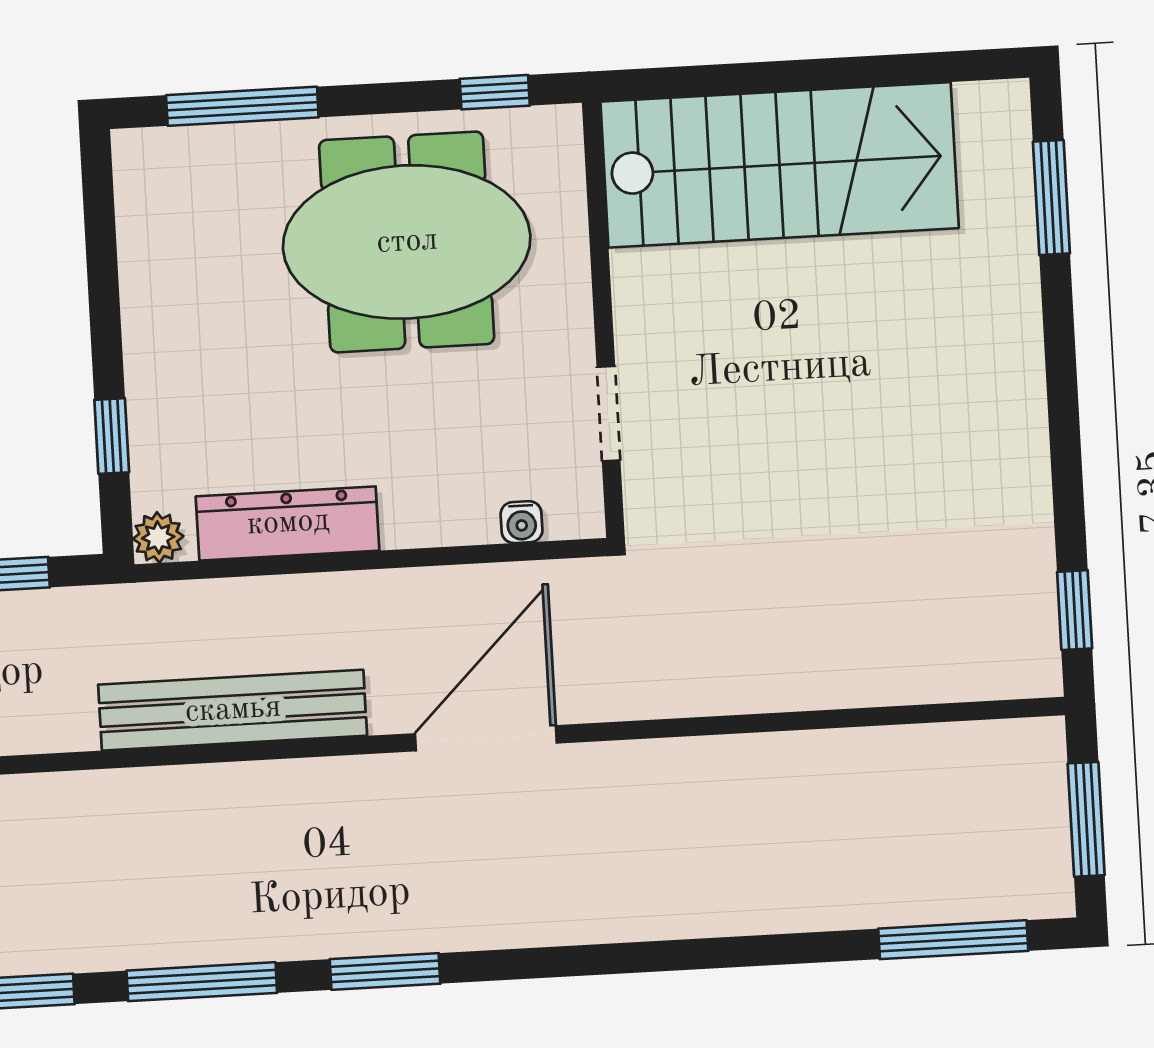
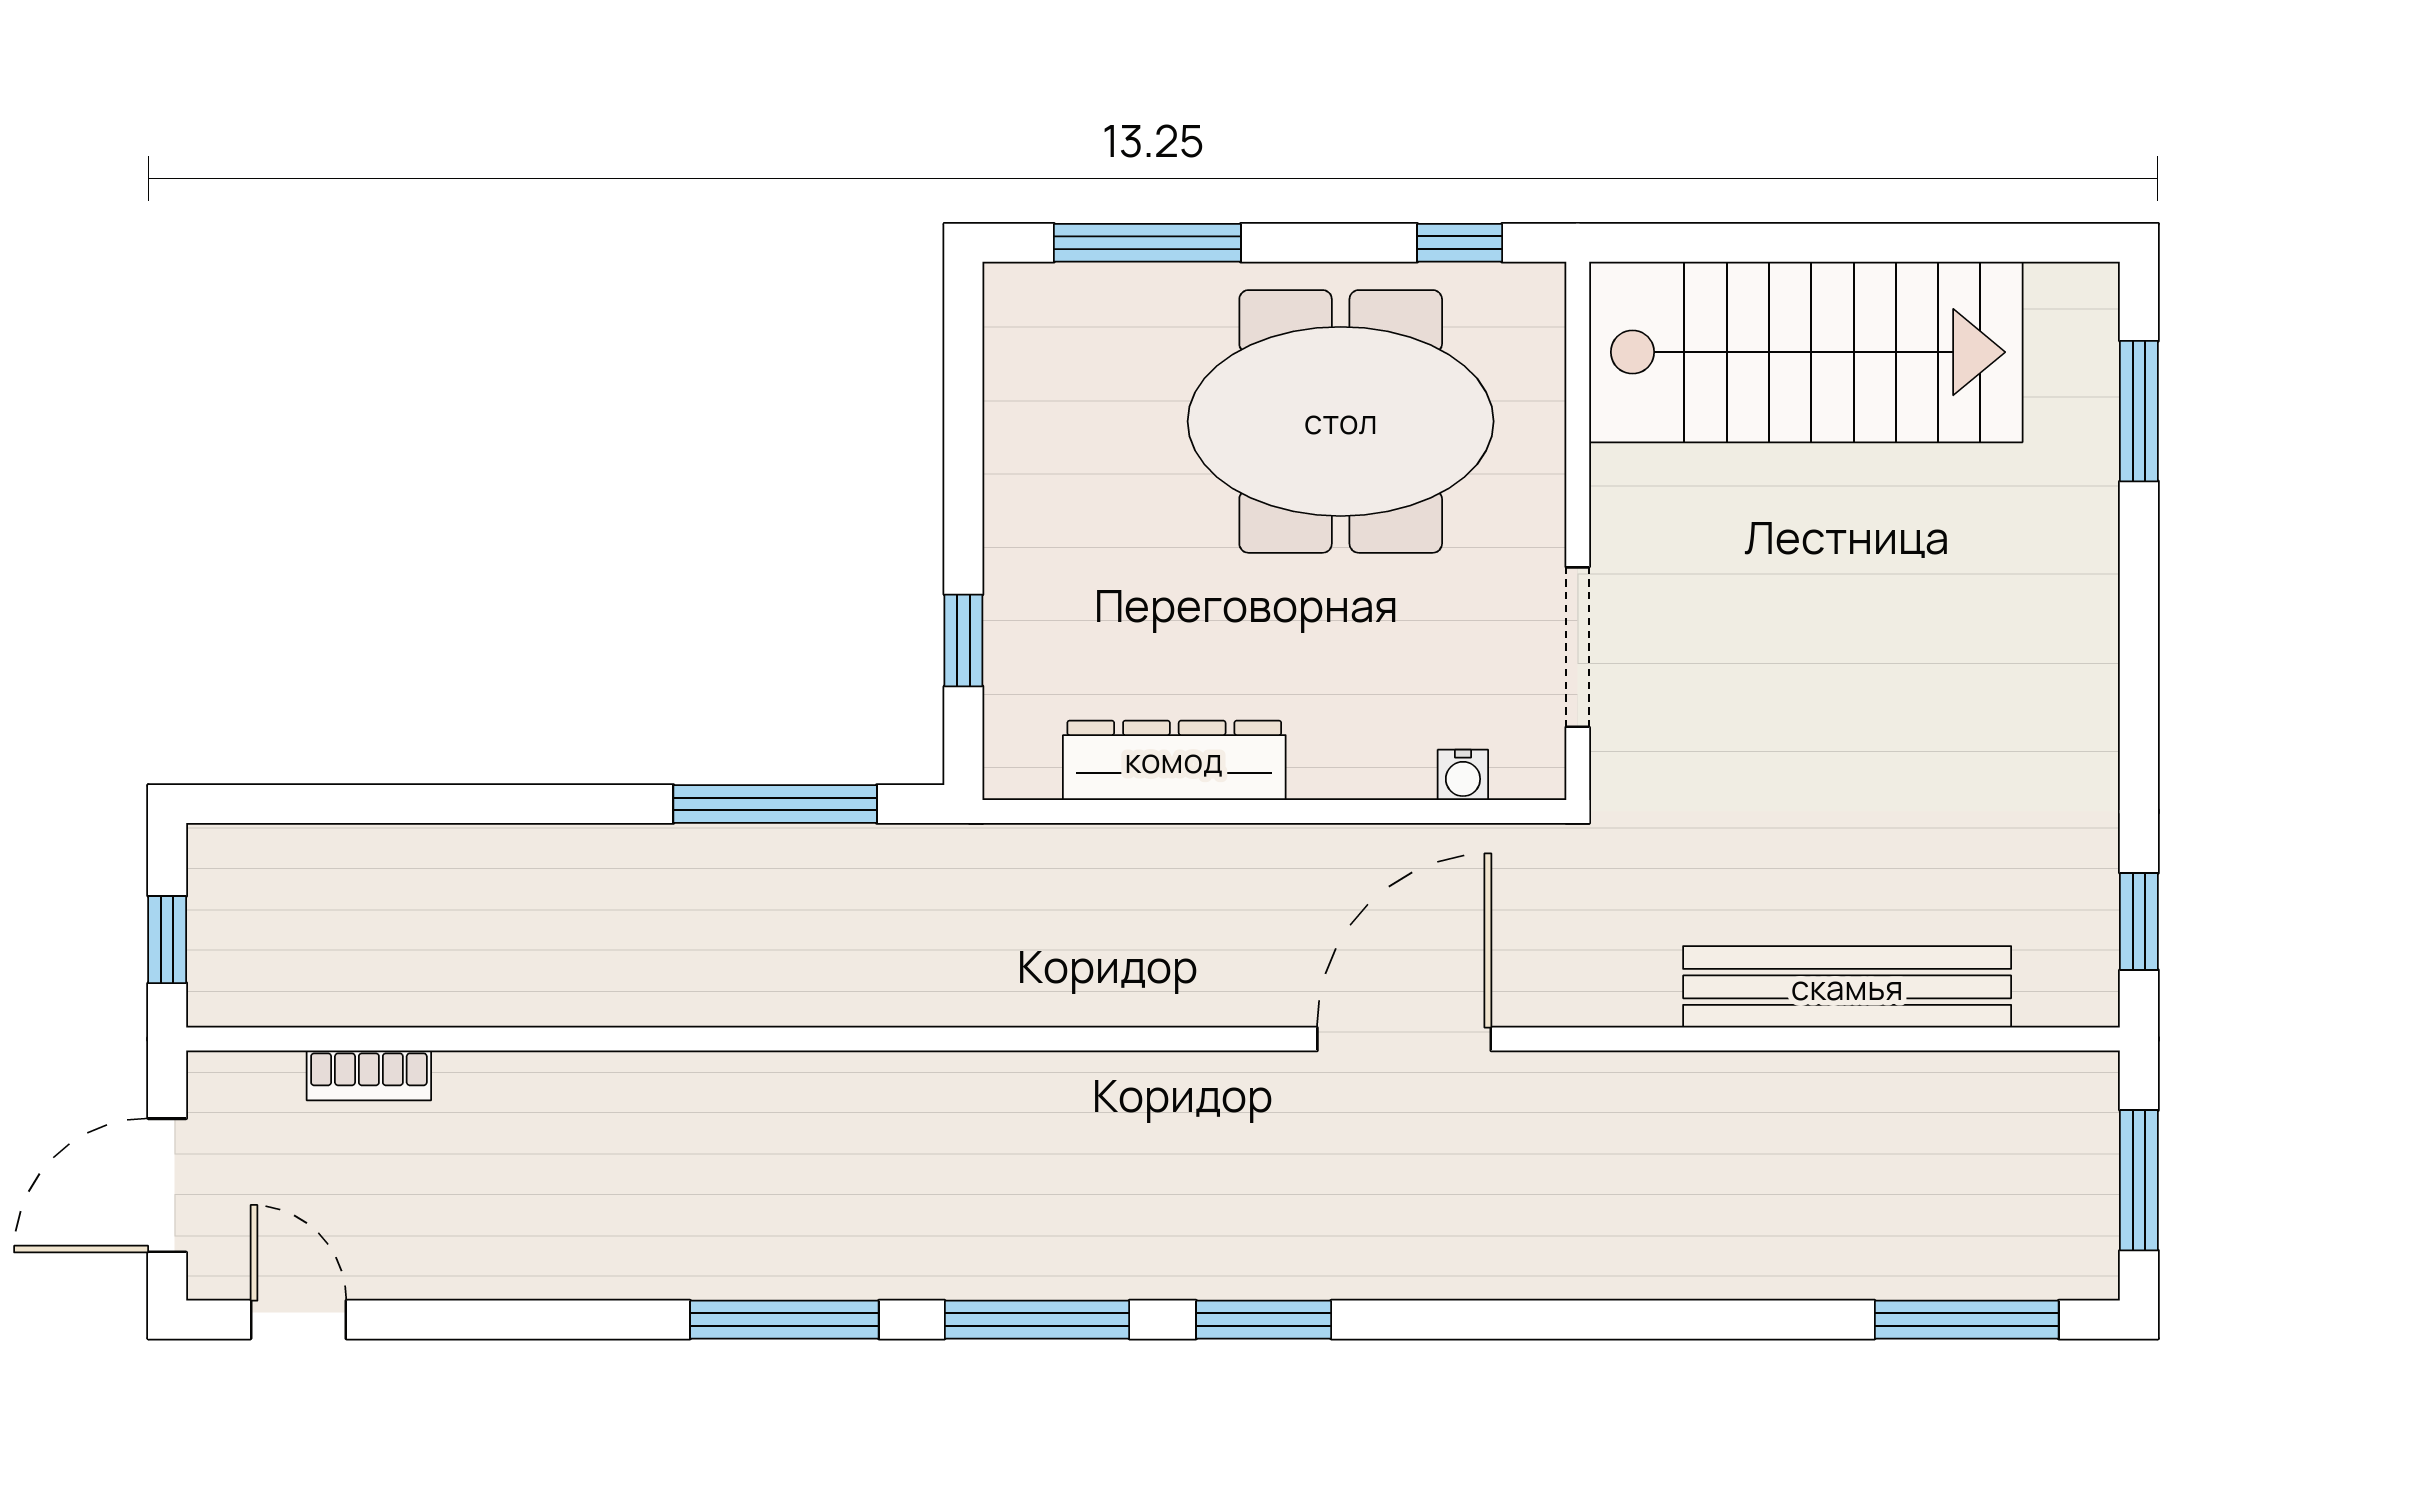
doorway: (609, 414) -> (1578, 647), width x1.38
plant: (158, 537) -> (1014, 769), removed
bench: (233, 710) -> (1847, 987), moved

